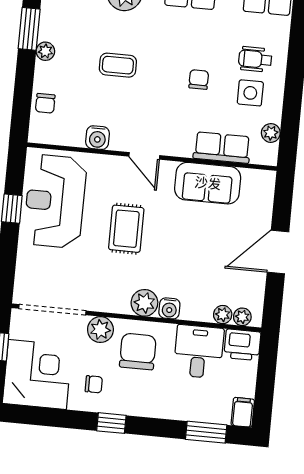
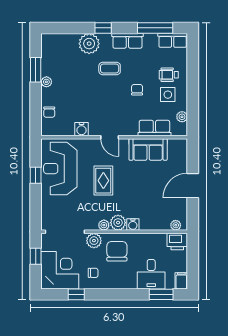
coffee table: (118, 65) -> (110, 69), moved
plant: (223, 315) -> (104, 225), moved
desk: (199, 352) -> (151, 274), moved, turned 180
window: (111, 423) -> (76, 294), moved

